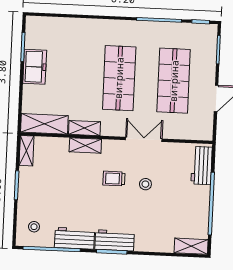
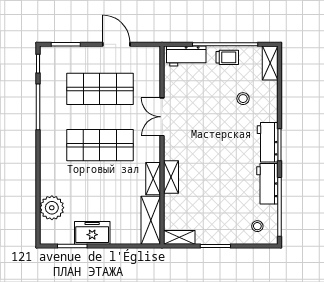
plant: (61, 29) -> (52, 208), added
trolley: (114, 179) -> (227, 57), moved, turned -90
stool: (145, 184) -> (243, 99), moved

